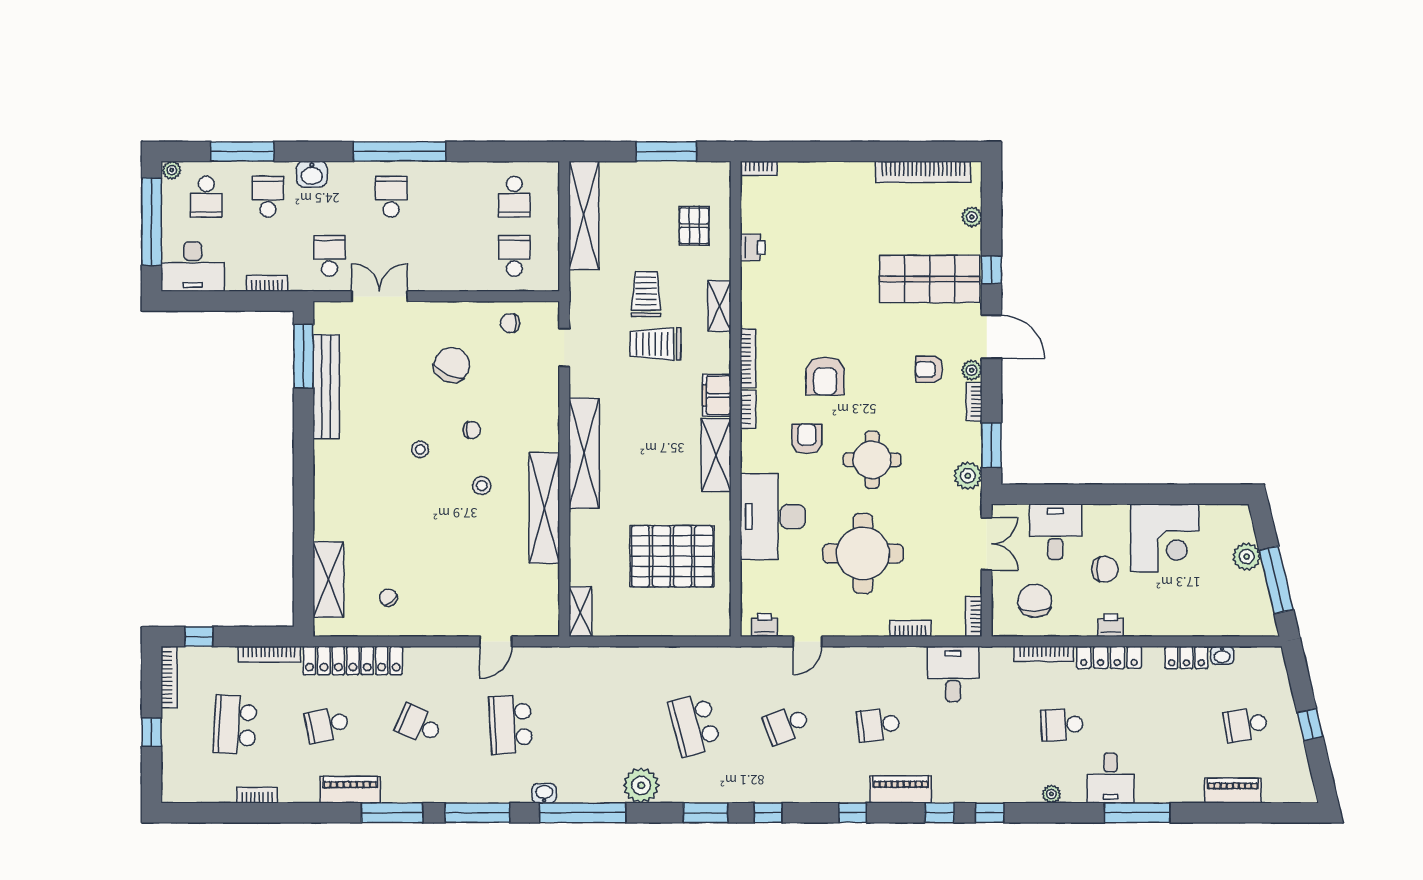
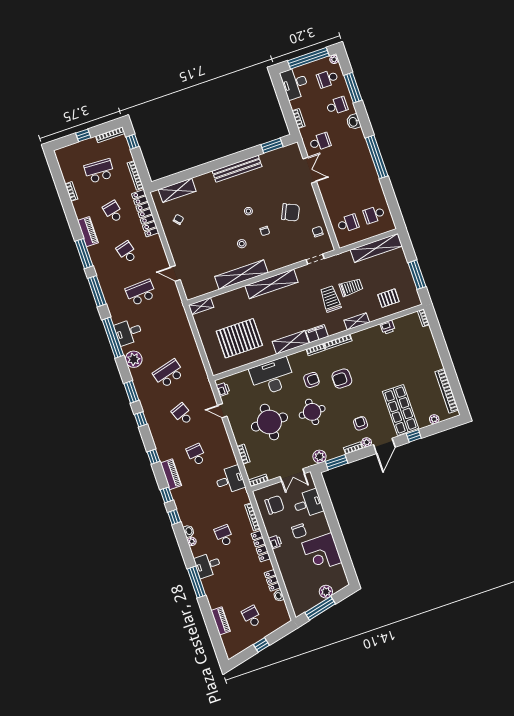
school desk: (391, 197) -> (355, 160), removed
window: (304, 356) -> (272, 146), width x0.69
bench: (326, 387) -> (237, 169), moved
pallet: (672, 556) -> (239, 338), turned 90
school desk: (419, 725) -> (127, 252), turned -39
desk: (582, 777) -> (128, 332), added
washbasin: (544, 793) -> (189, 531), moved

